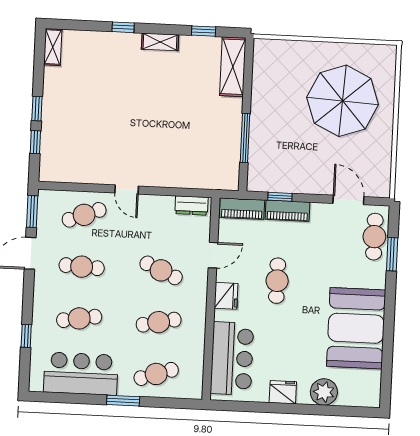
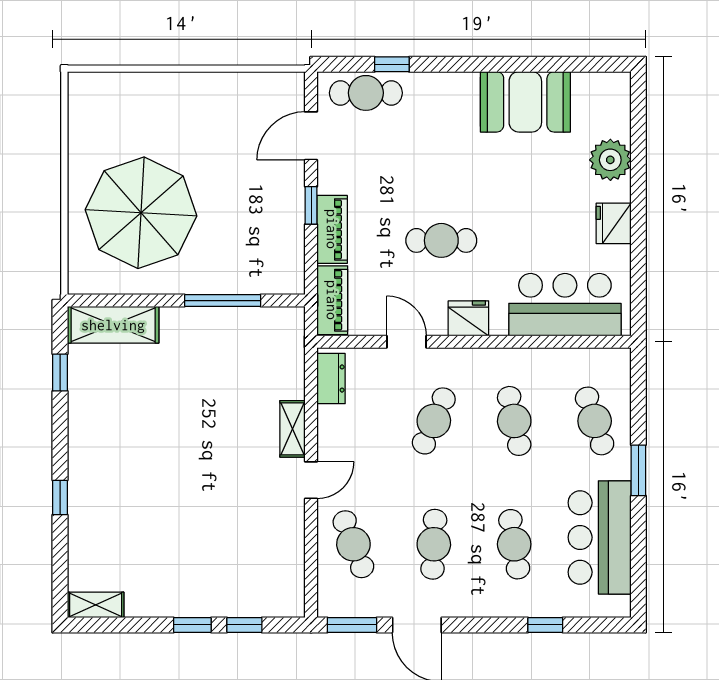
shelving: (160, 42) -> (292, 429), moved
parasol: (343, 101) -> (141, 213), moved
window: (280, 197) -> (311, 205), moved
window: (392, 254) -> (392, 64), width x0.67
booth: (356, 328) -> (525, 102), width x0.73, depth x0.70

